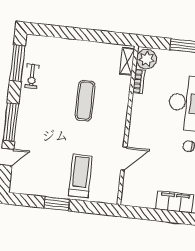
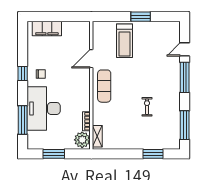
window: (61, 32) -> (153, 154), added
exercise bike: (32, 76) -> (147, 107), moved
exercise mat: (85, 101) -> (104, 86), moved

